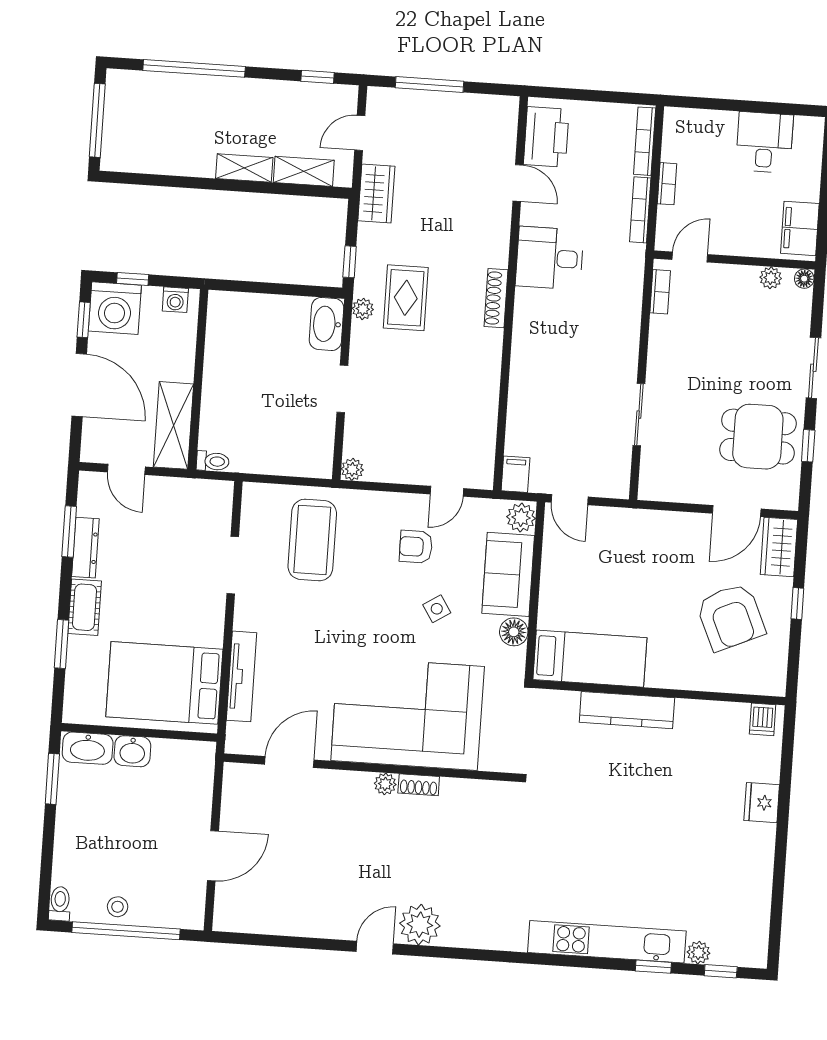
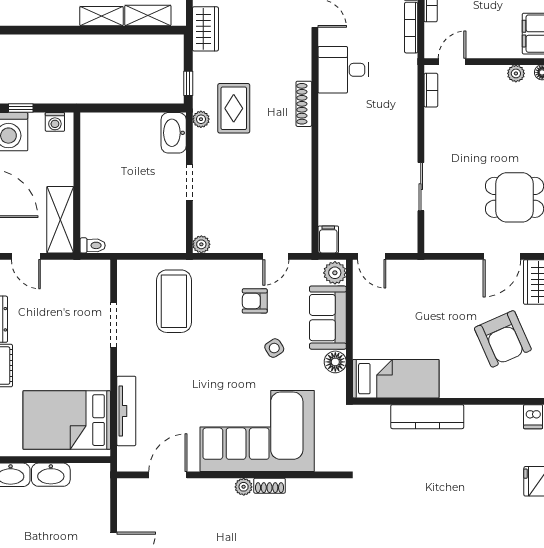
washbasin: (132, 751) -> (51, 475), width x1.38

